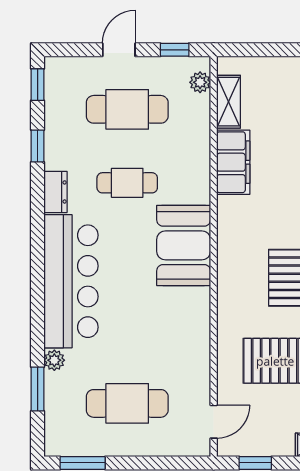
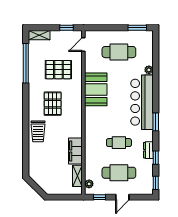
dresser: (55, 192) -> (148, 150), moved
booth: (184, 245) -> (96, 89), moved
window: (38, 389) -> (156, 122), moved

